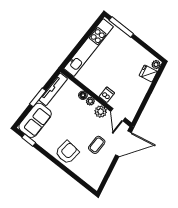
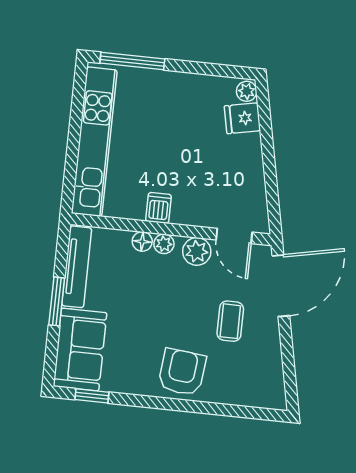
dishwasher: (107, 95) -> (159, 208), moved

